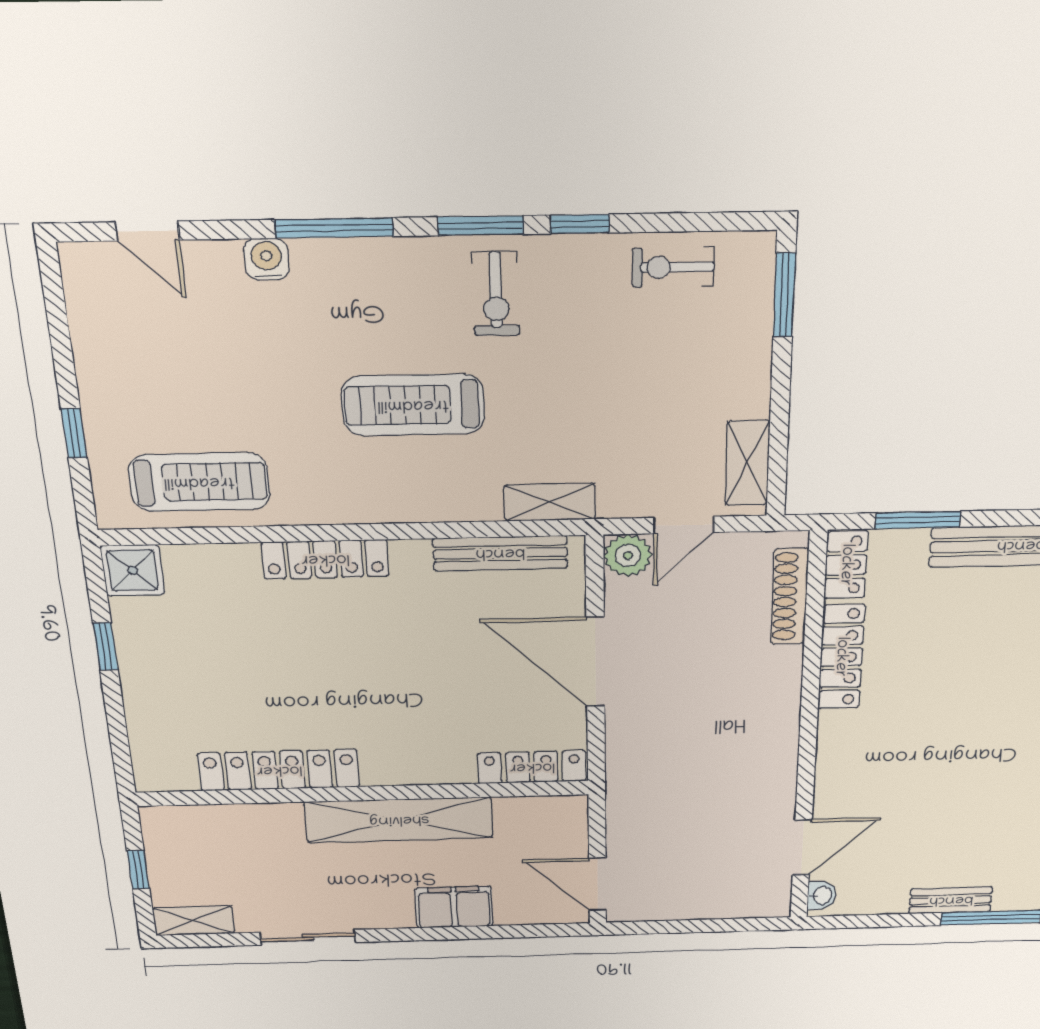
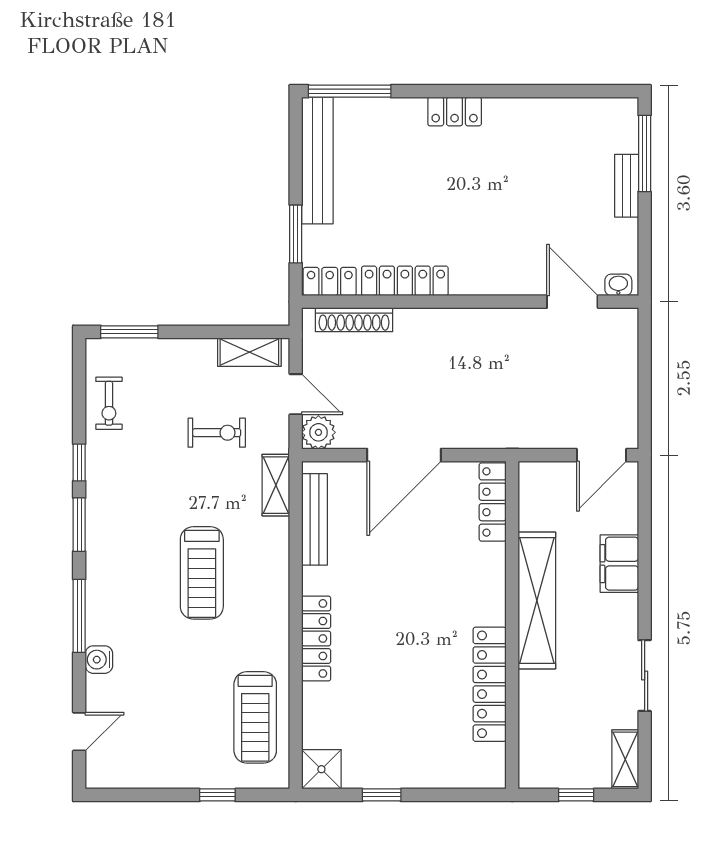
exercise bike: (496, 294) -> (217, 433), moved
treadmill: (199, 482) -> (255, 717), turned 180

